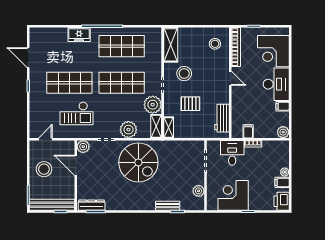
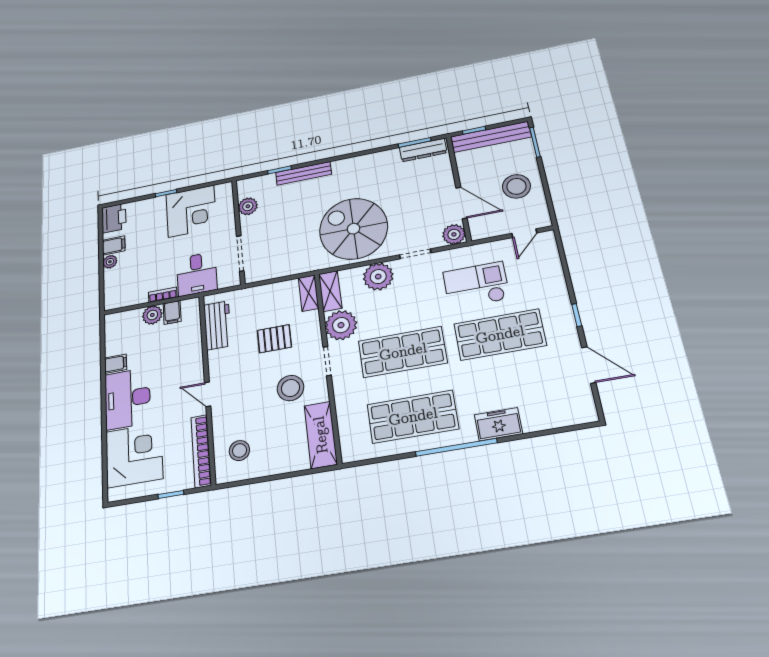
plant: (283, 132) -> (152, 315), moved
bench: (168, 206) -> (304, 173), width x1.36

